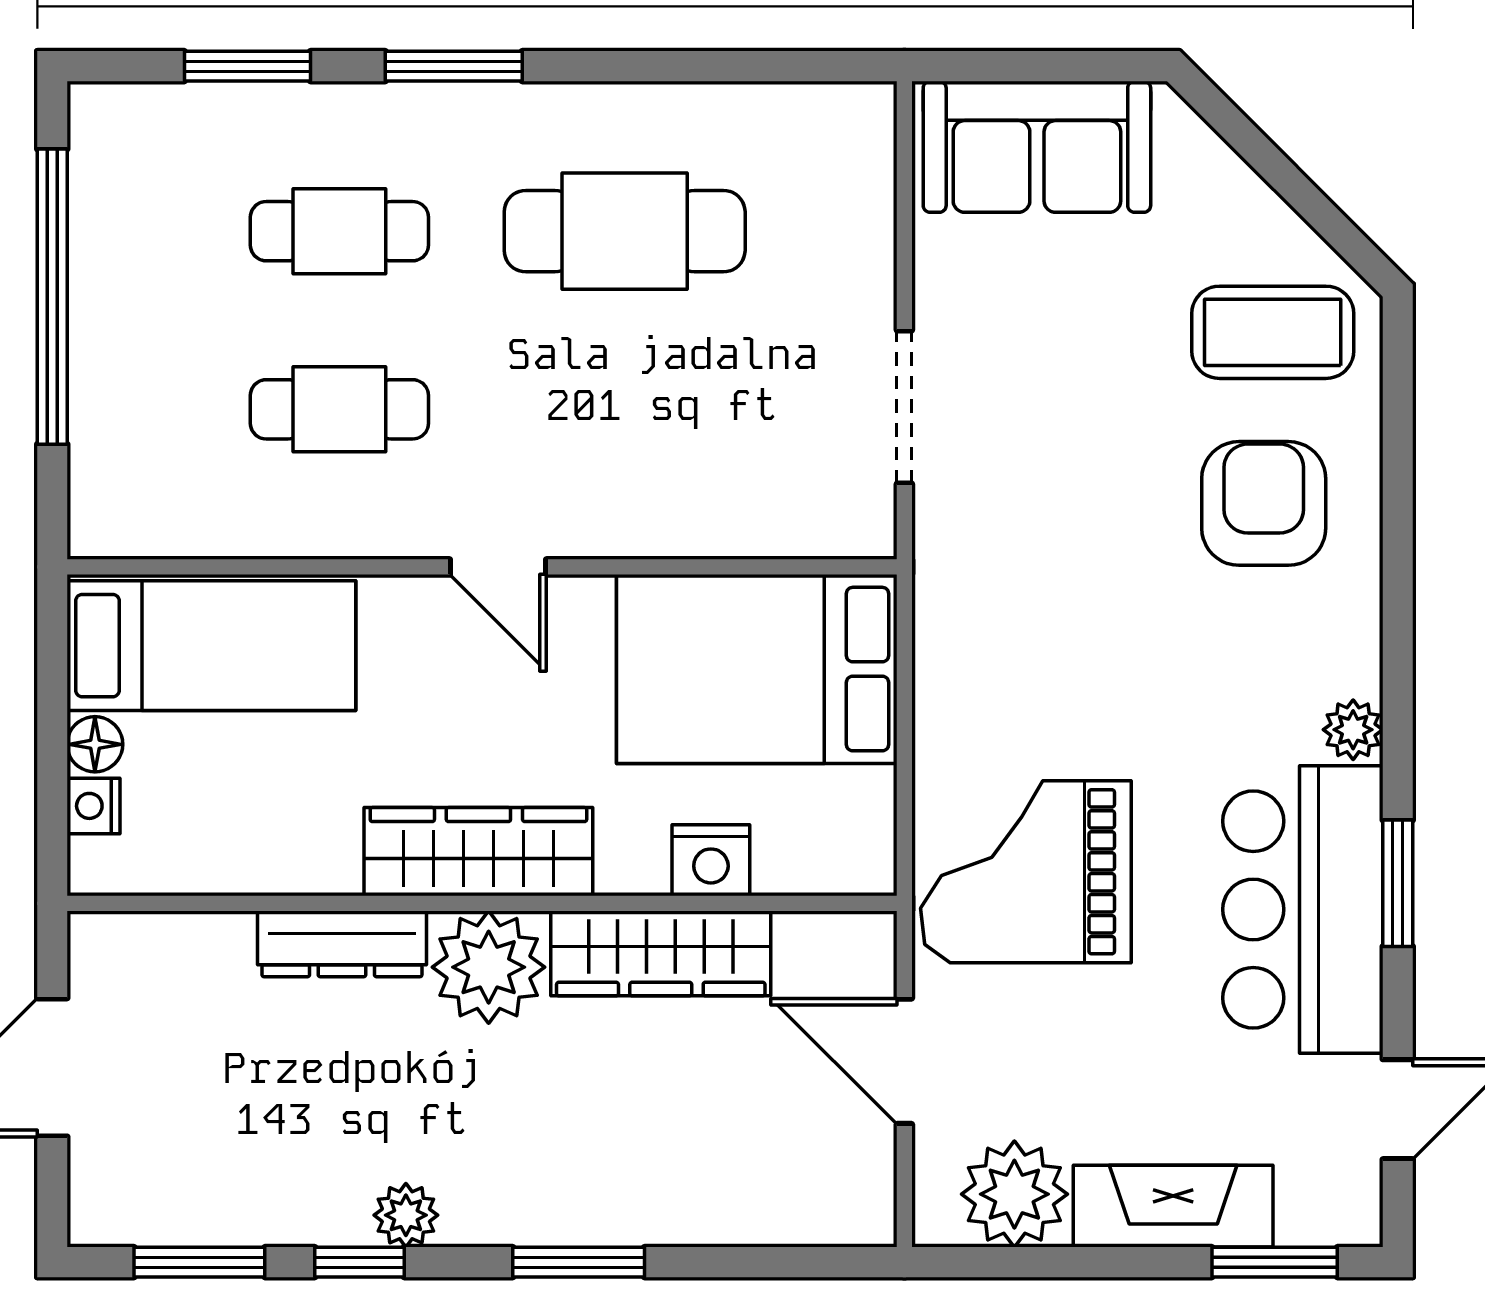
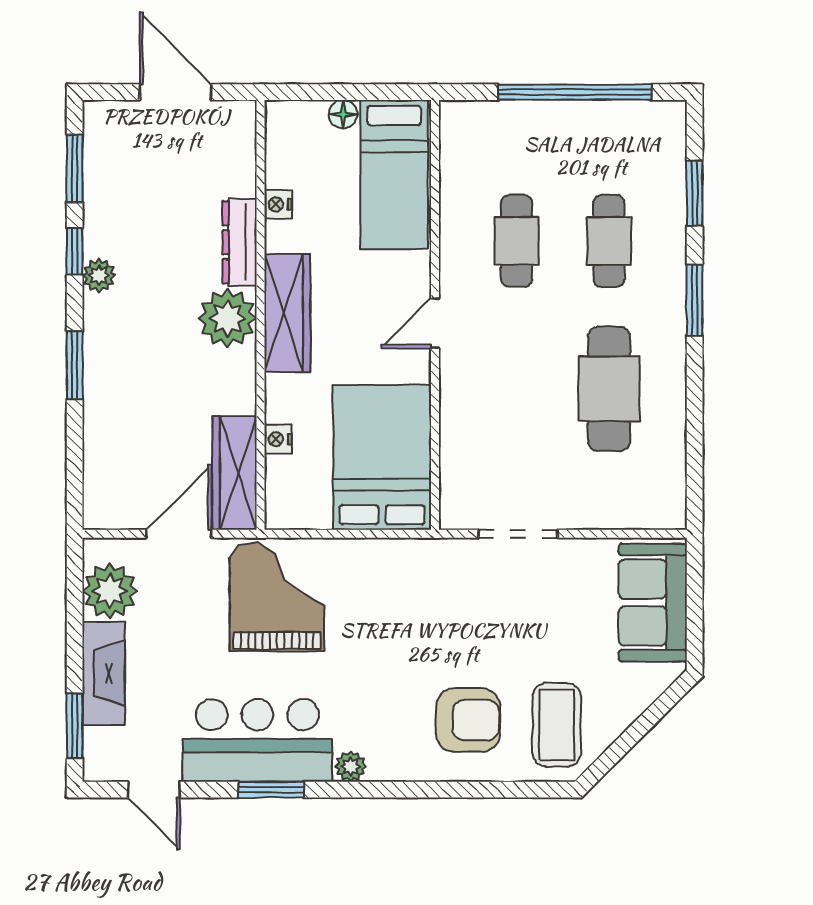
nightstand: (94, 806) -> (278, 204), moved, turned -90
nightstand: (711, 860) -> (278, 439), width x0.72, depth x0.74
wardrobe: (661, 953) -> (235, 473), moved

